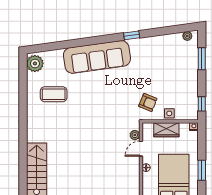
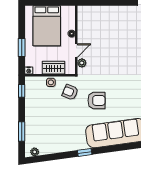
armchair: (118, 93) -> (97, 100), added
window: (202, 170) -> (22, 48), moved

